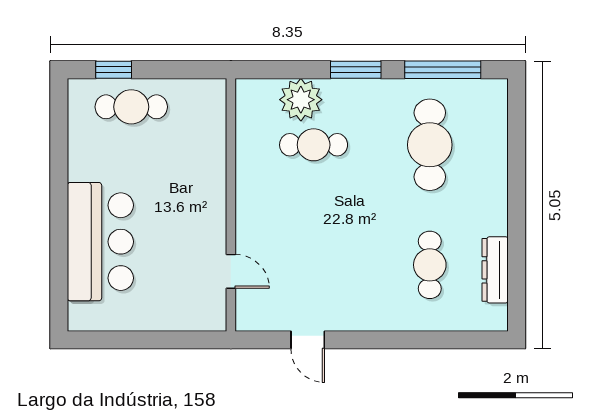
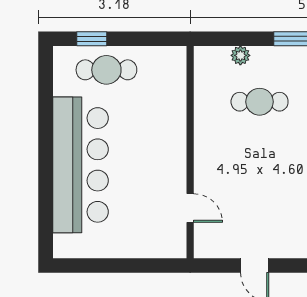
plant: (301, 100) -> (240, 55), width x0.53, depth x0.53
bar counter: (100, 242) -> (80, 165), width x1.36

